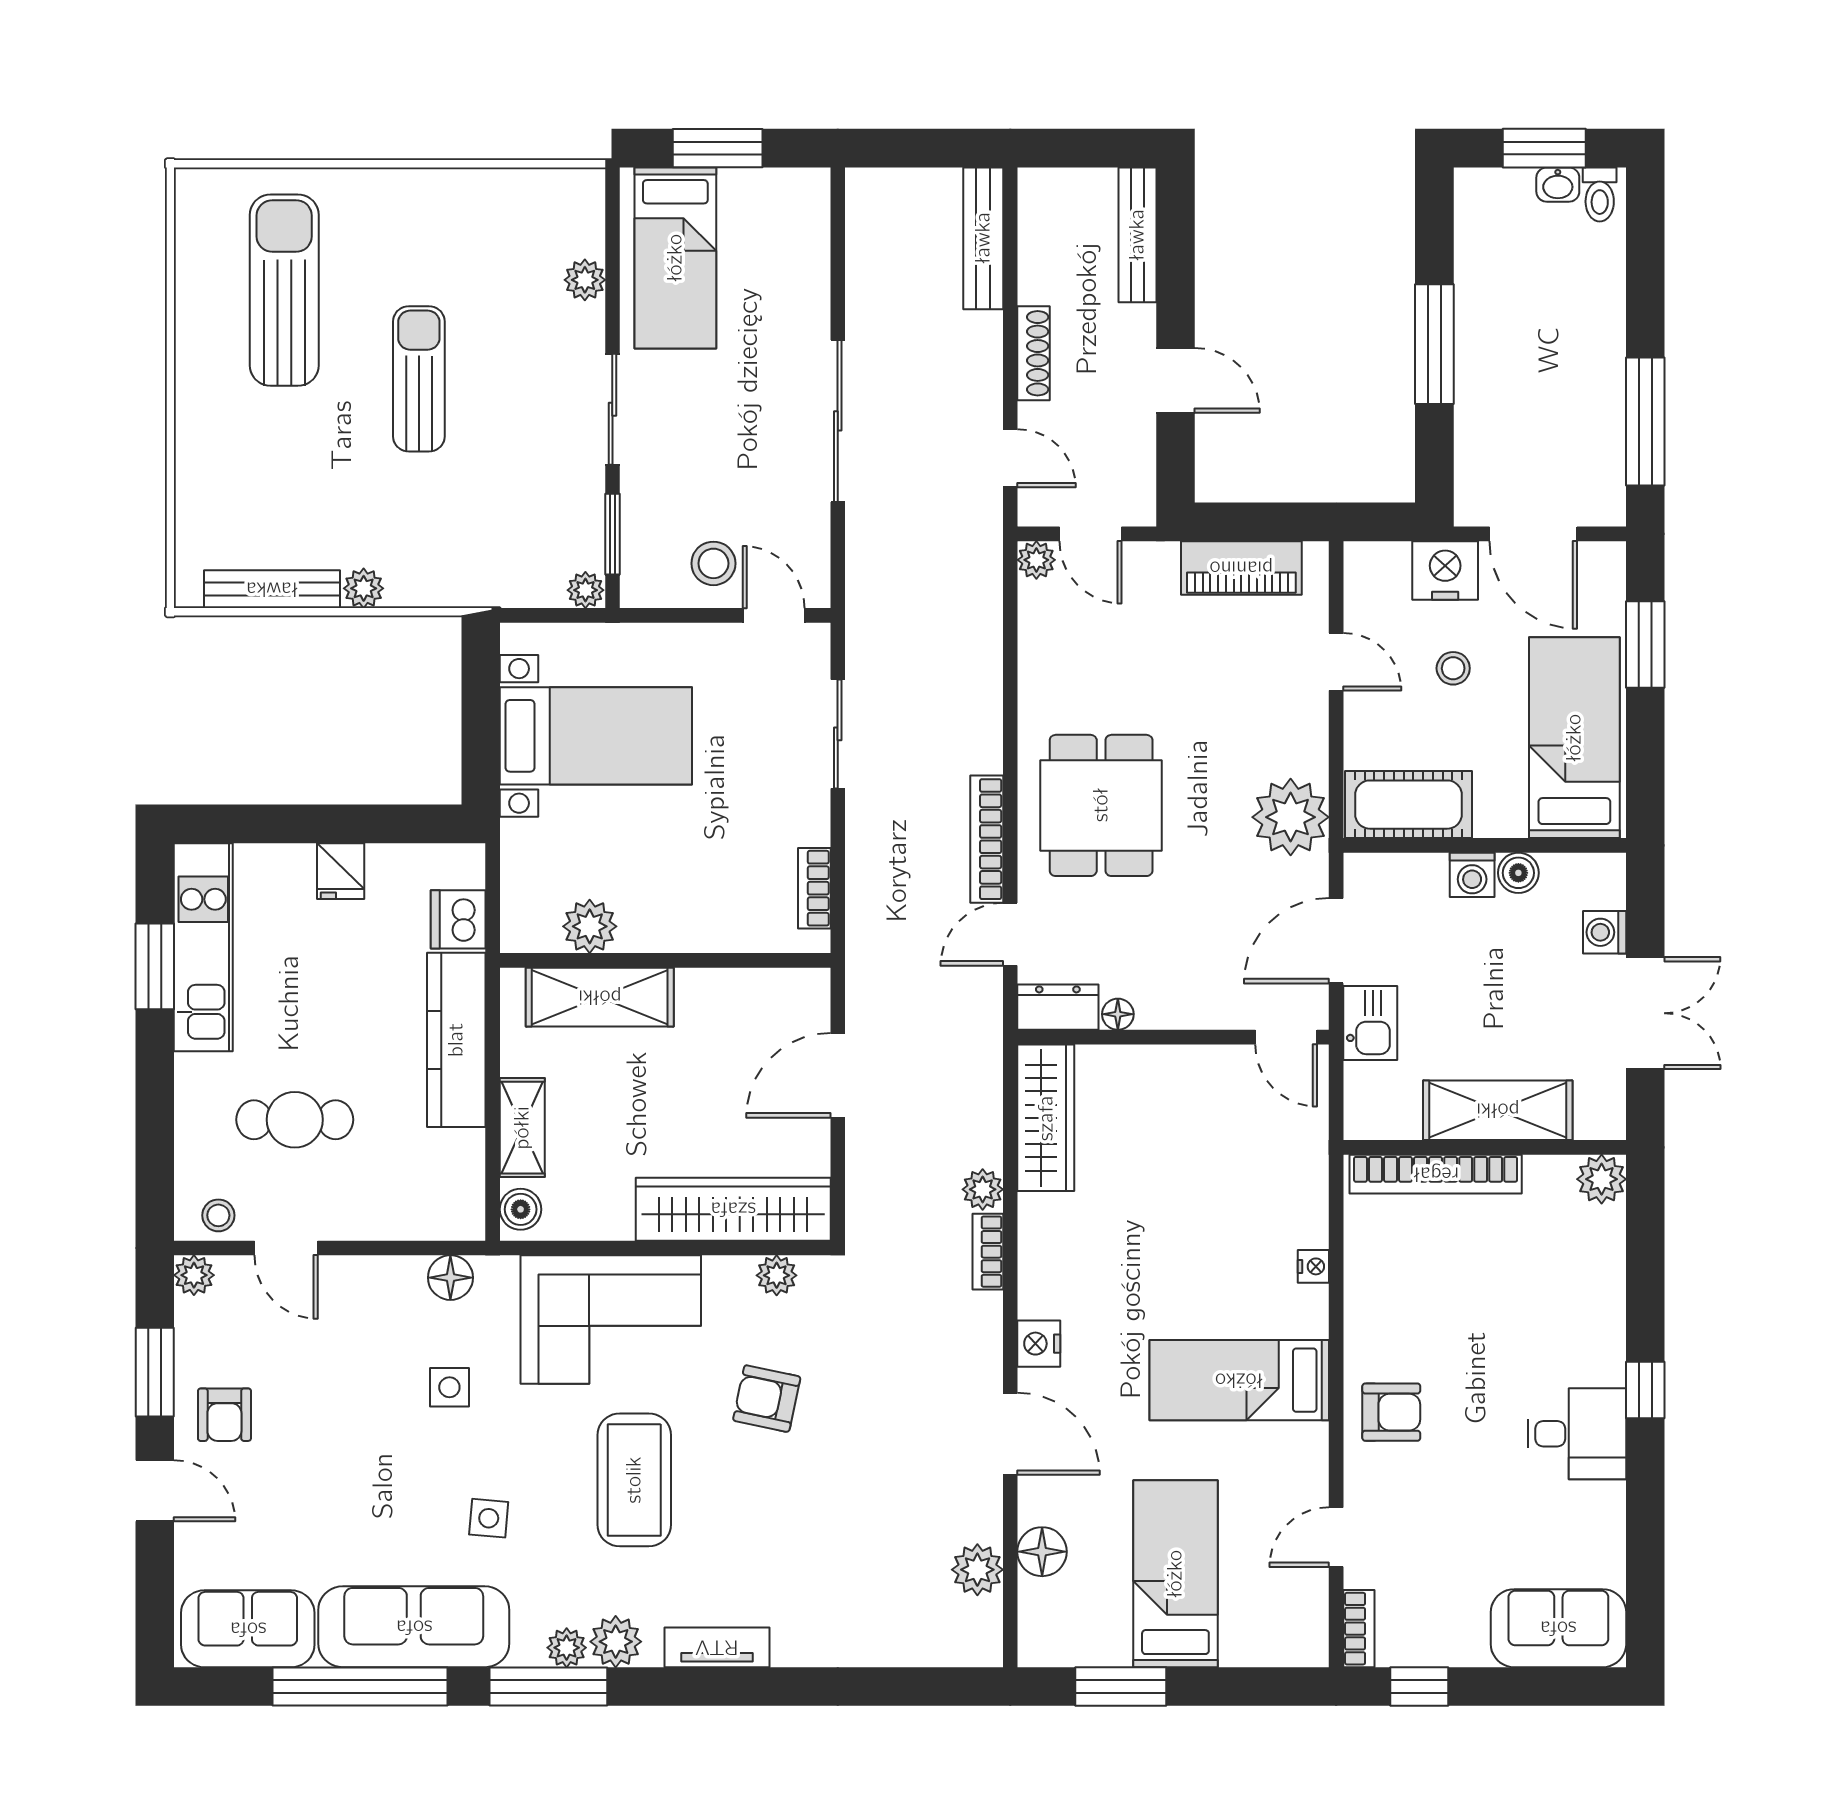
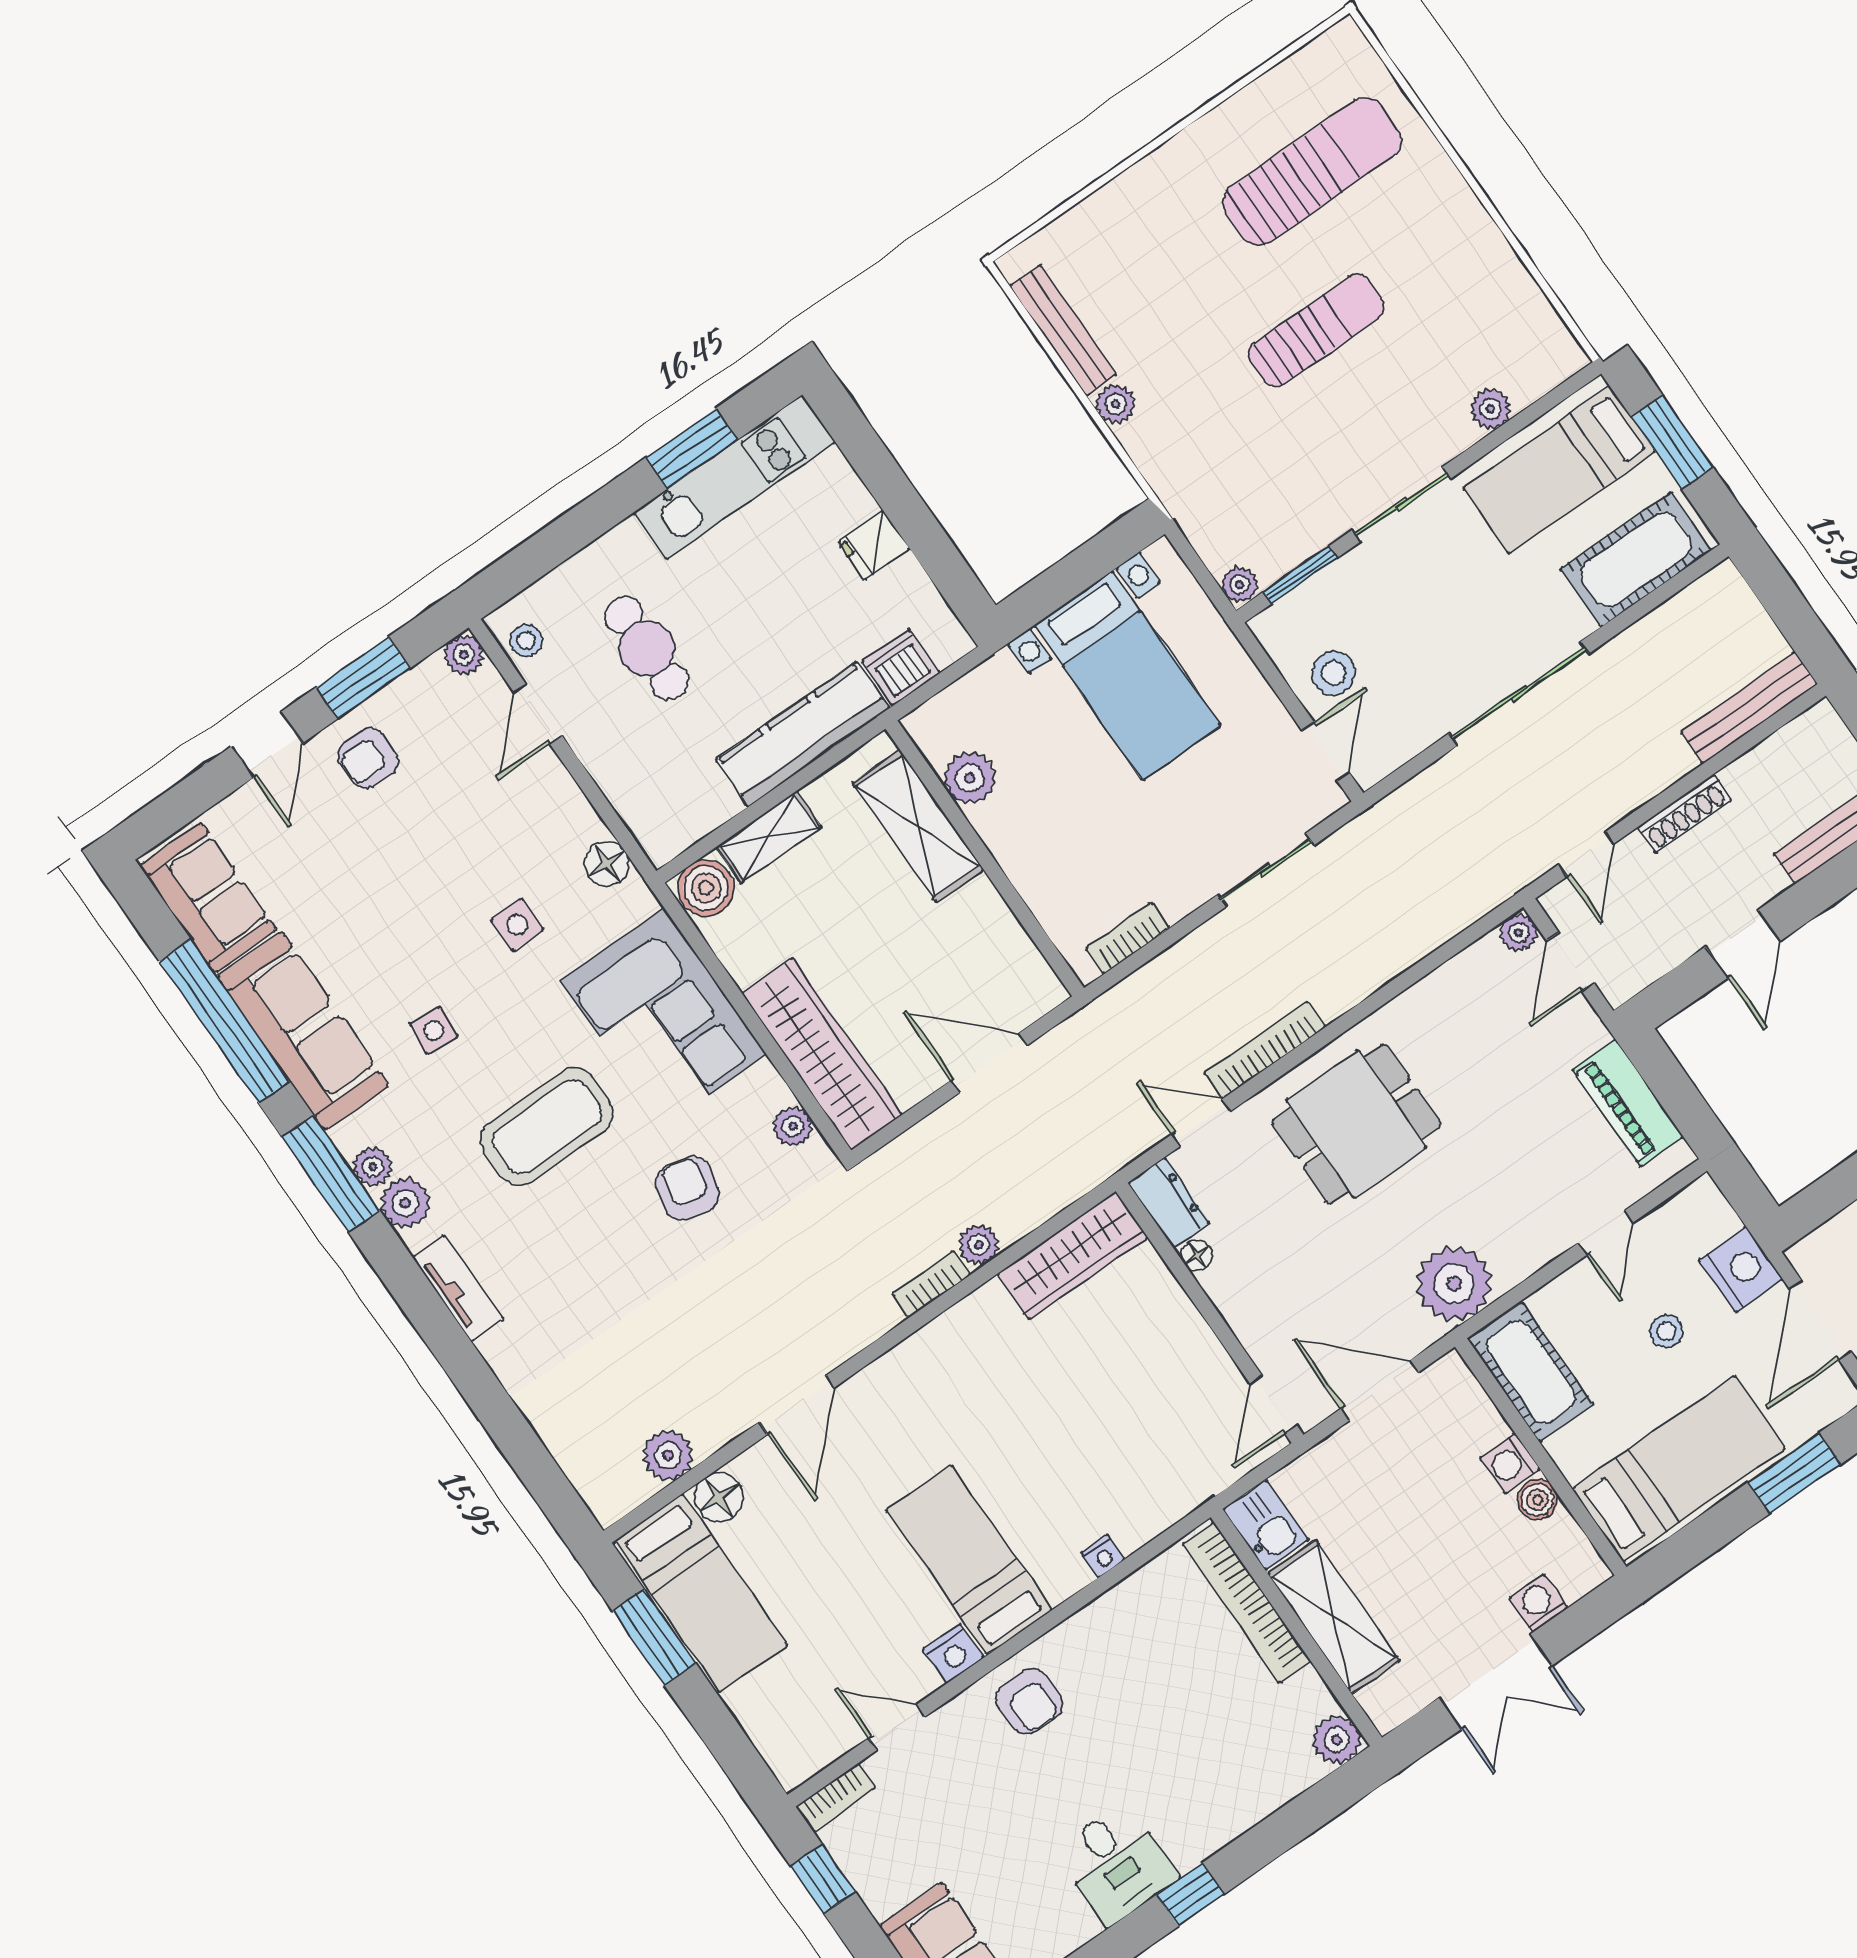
cot: (794, 246) -> (1636, 559), added
kitchen sink: (1370, 1023) -> (1266, 1525), moved, turned -90
boiler: (521, 1209) -> (706, 888), width x1.36, depth x1.36
nightstand: (1039, 1344) -> (953, 1654), moved, turned 180
bed: (1175, 1574) -> (701, 1593), moved, turned 90

